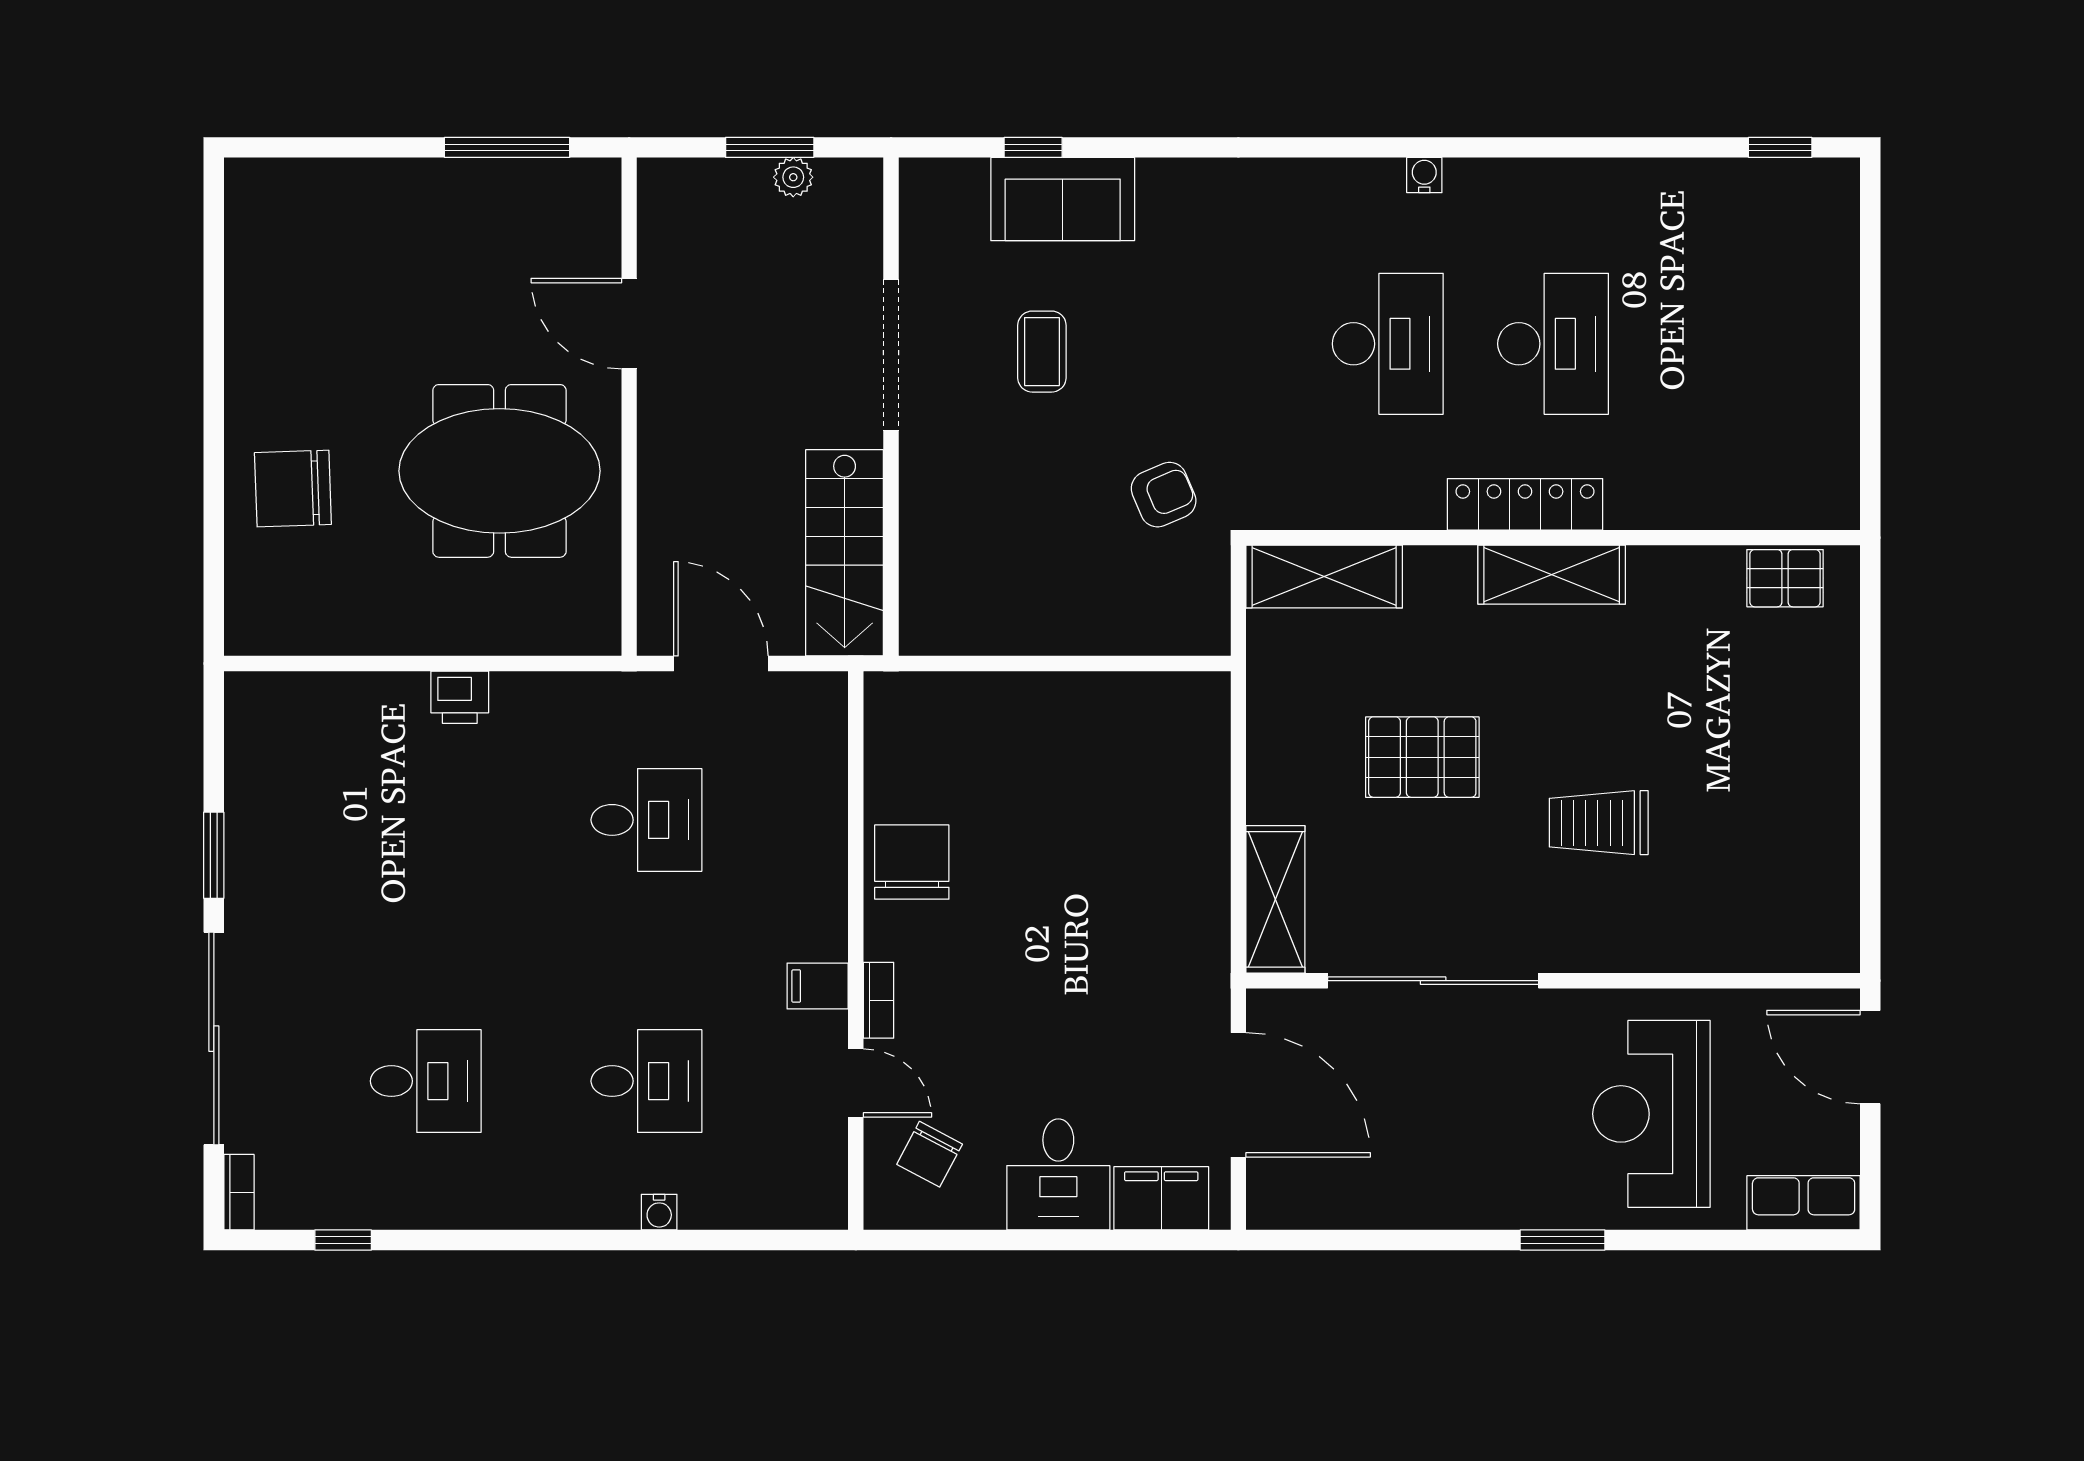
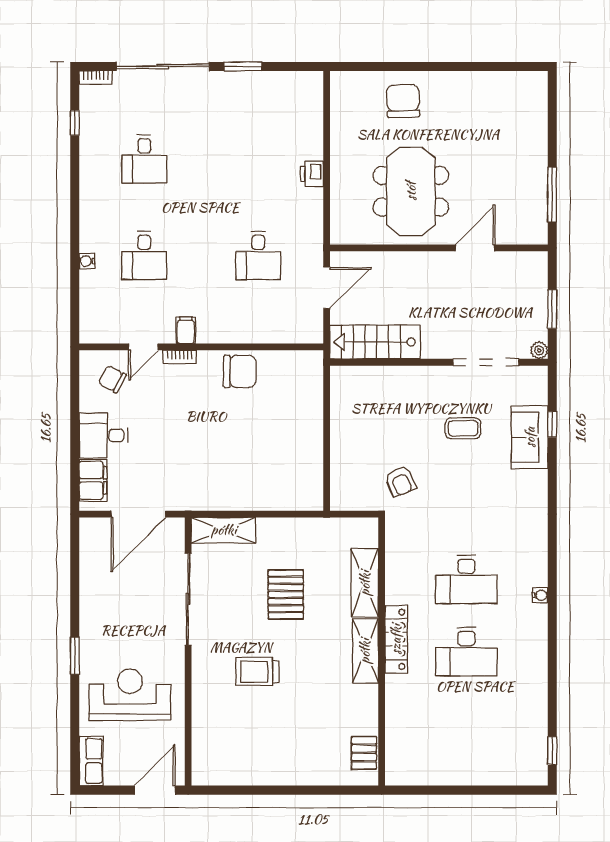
plant: (793, 177) -> (539, 350), moved
doorway: (891, 355) -> (486, 362), moved
shelving: (1324, 576) -> (365, 583), moved
trolley: (1599, 823) -> (257, 671), turned -90

